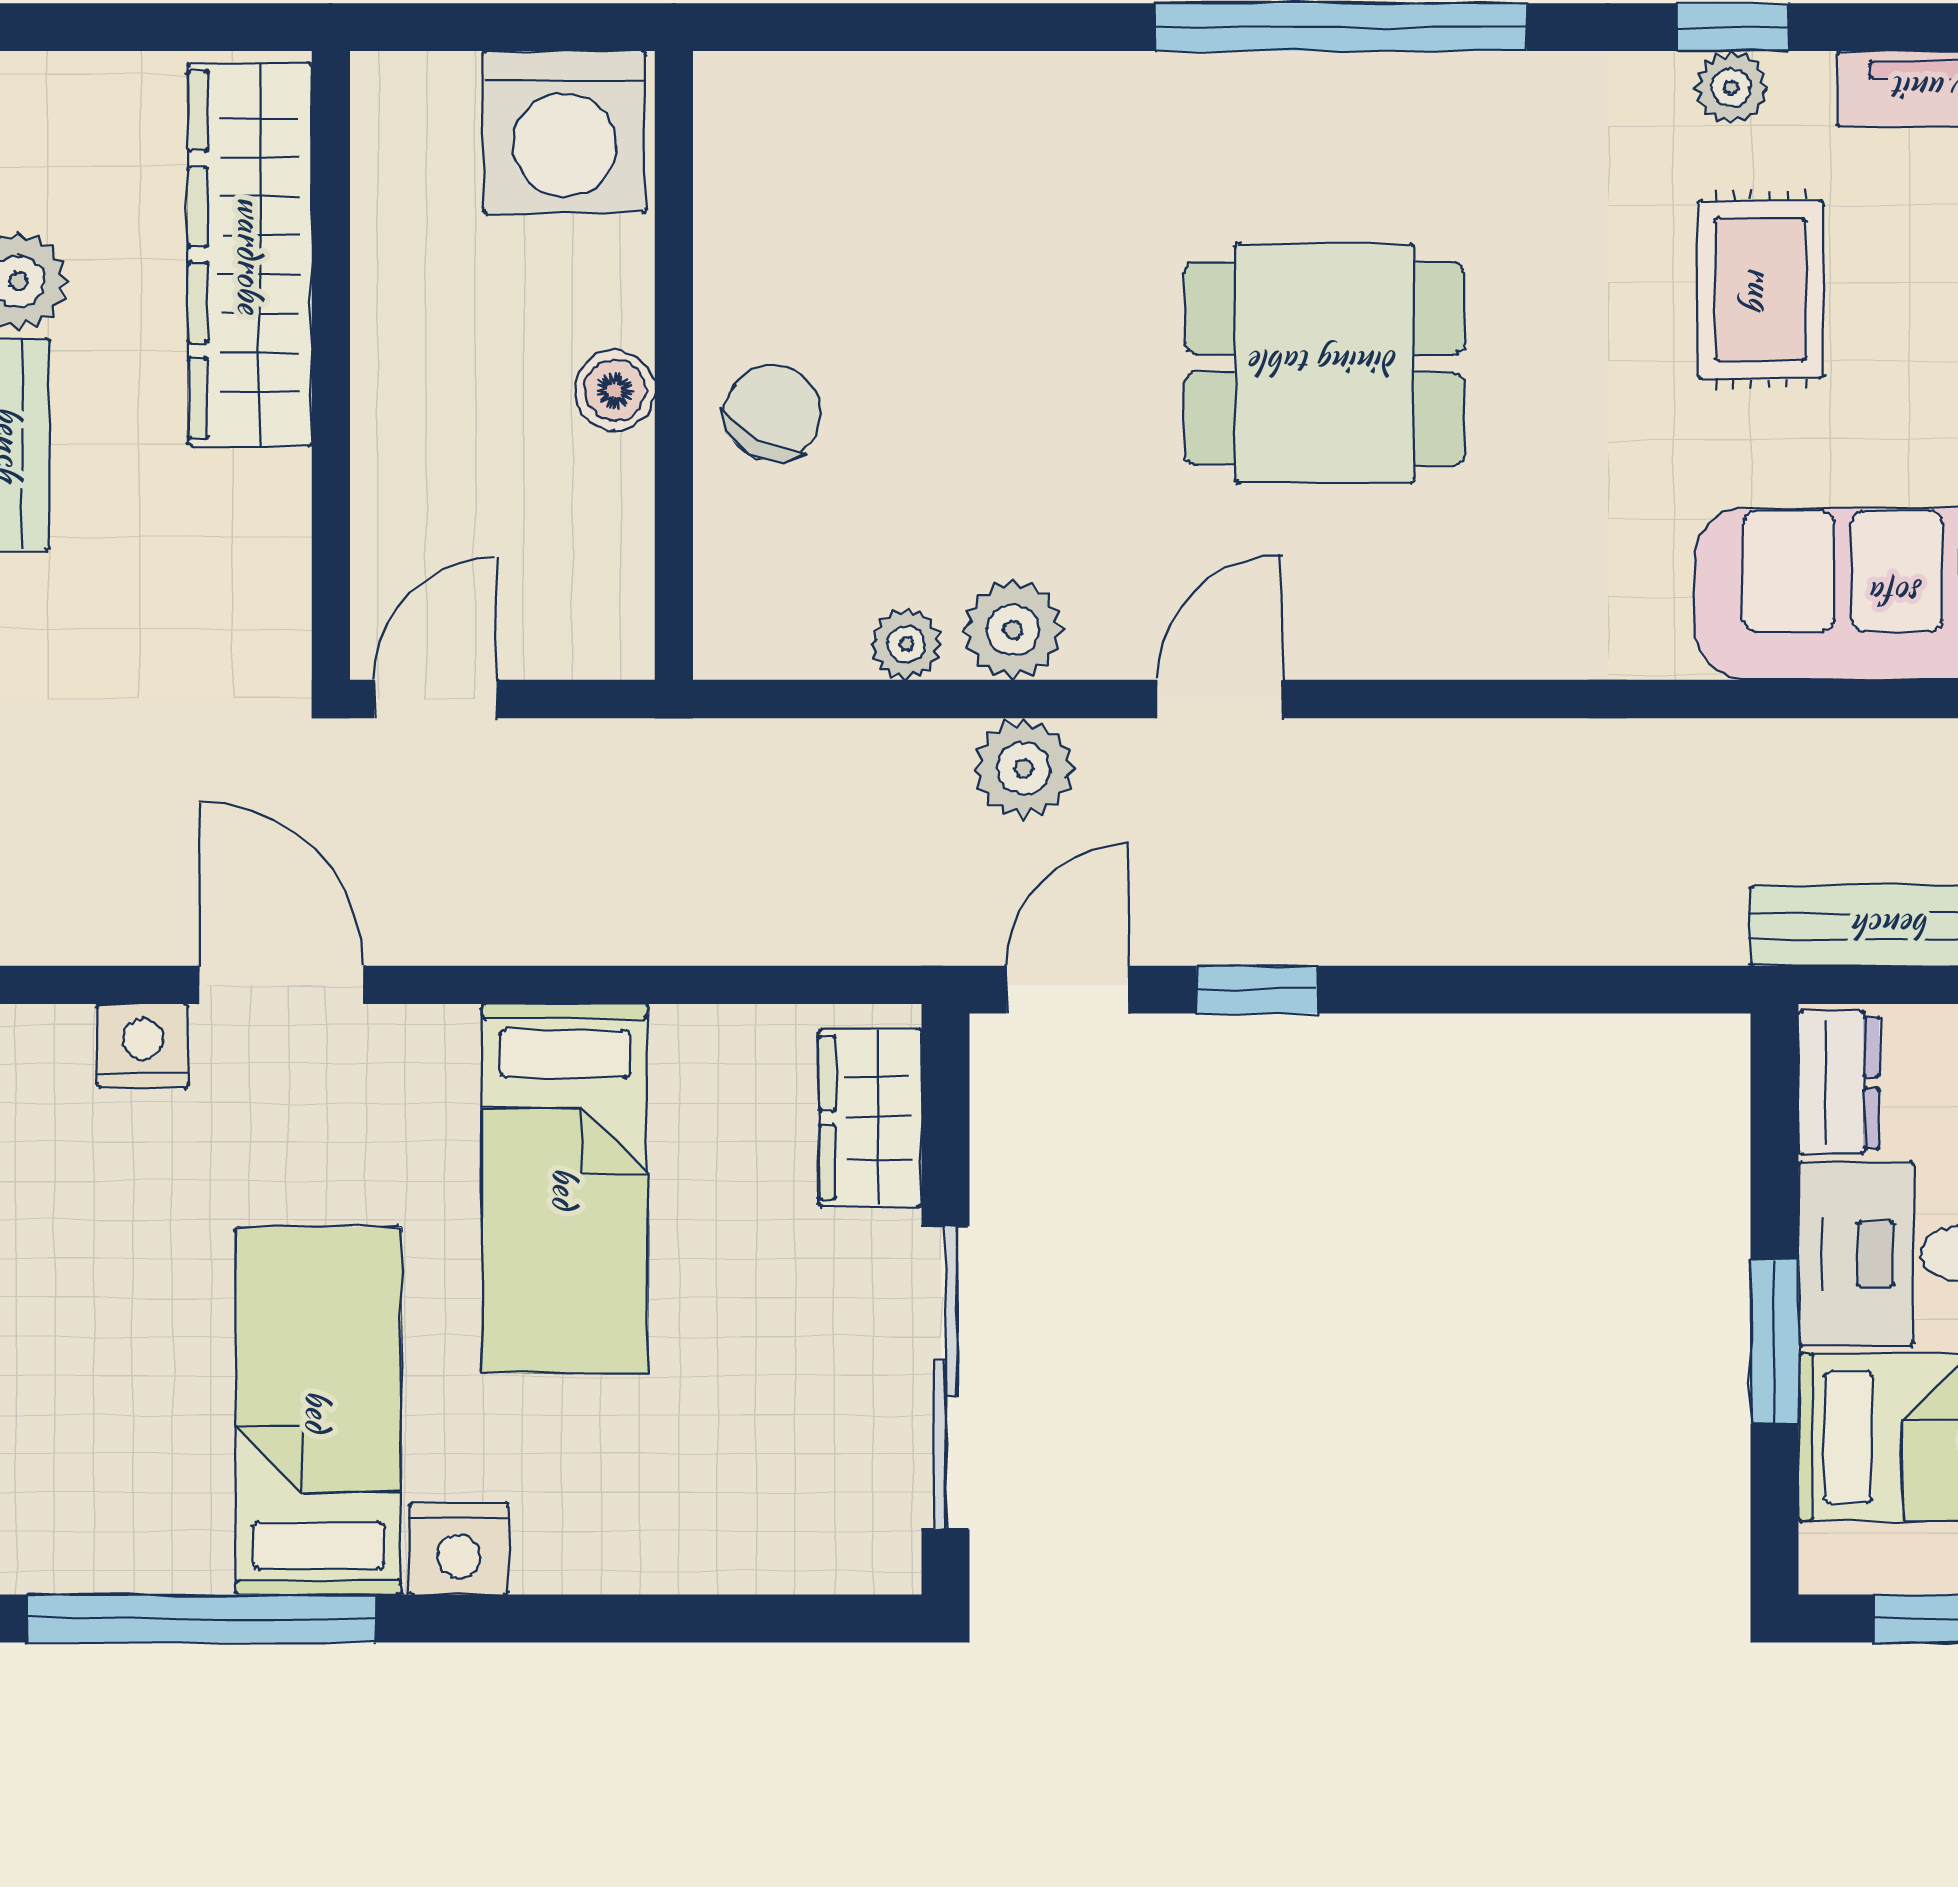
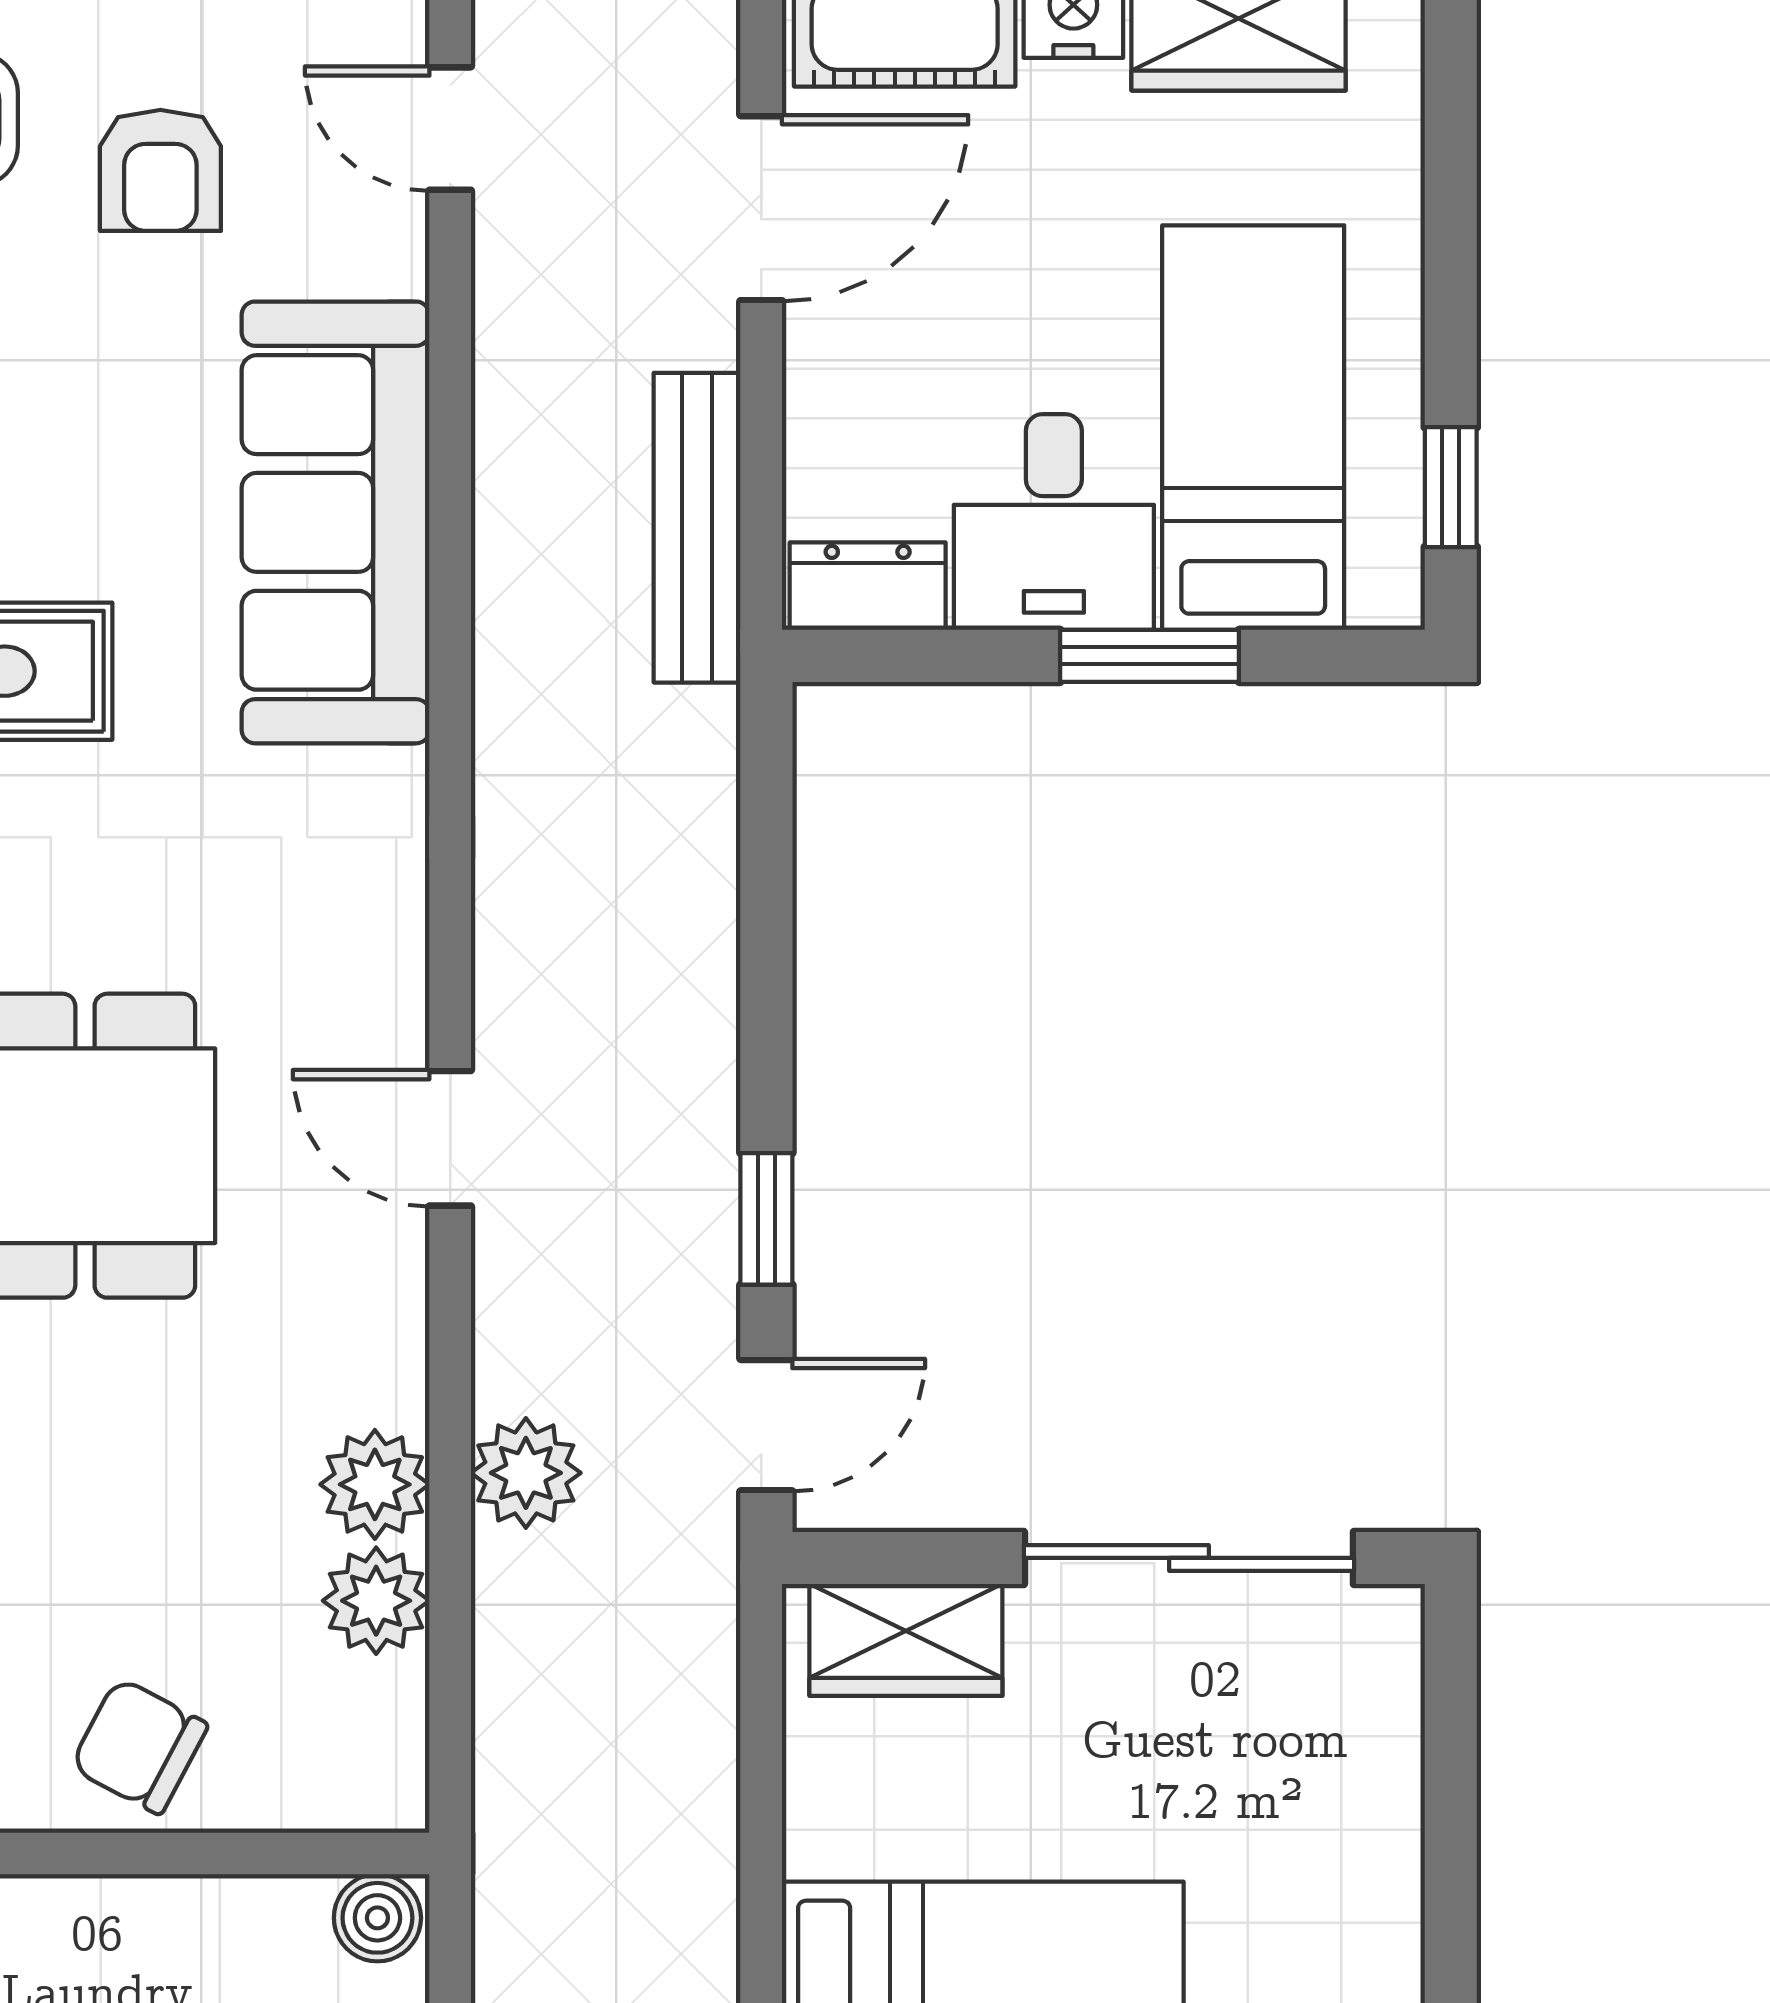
boiler: (615, 390) -> (377, 1918), moved
plant: (906, 644) -> (376, 1601), width x1.38, depth x1.38
door: (1220, 699) -> (450, 1138), moved
door: (1068, 990) -> (766, 1425), swing flipped

